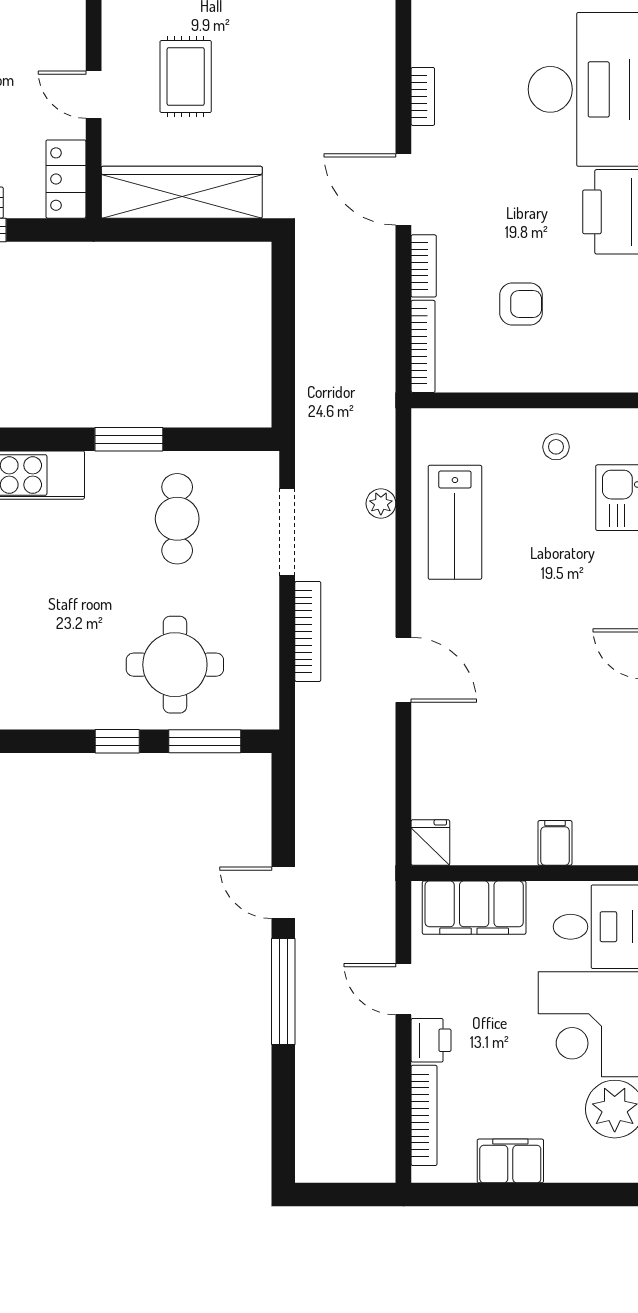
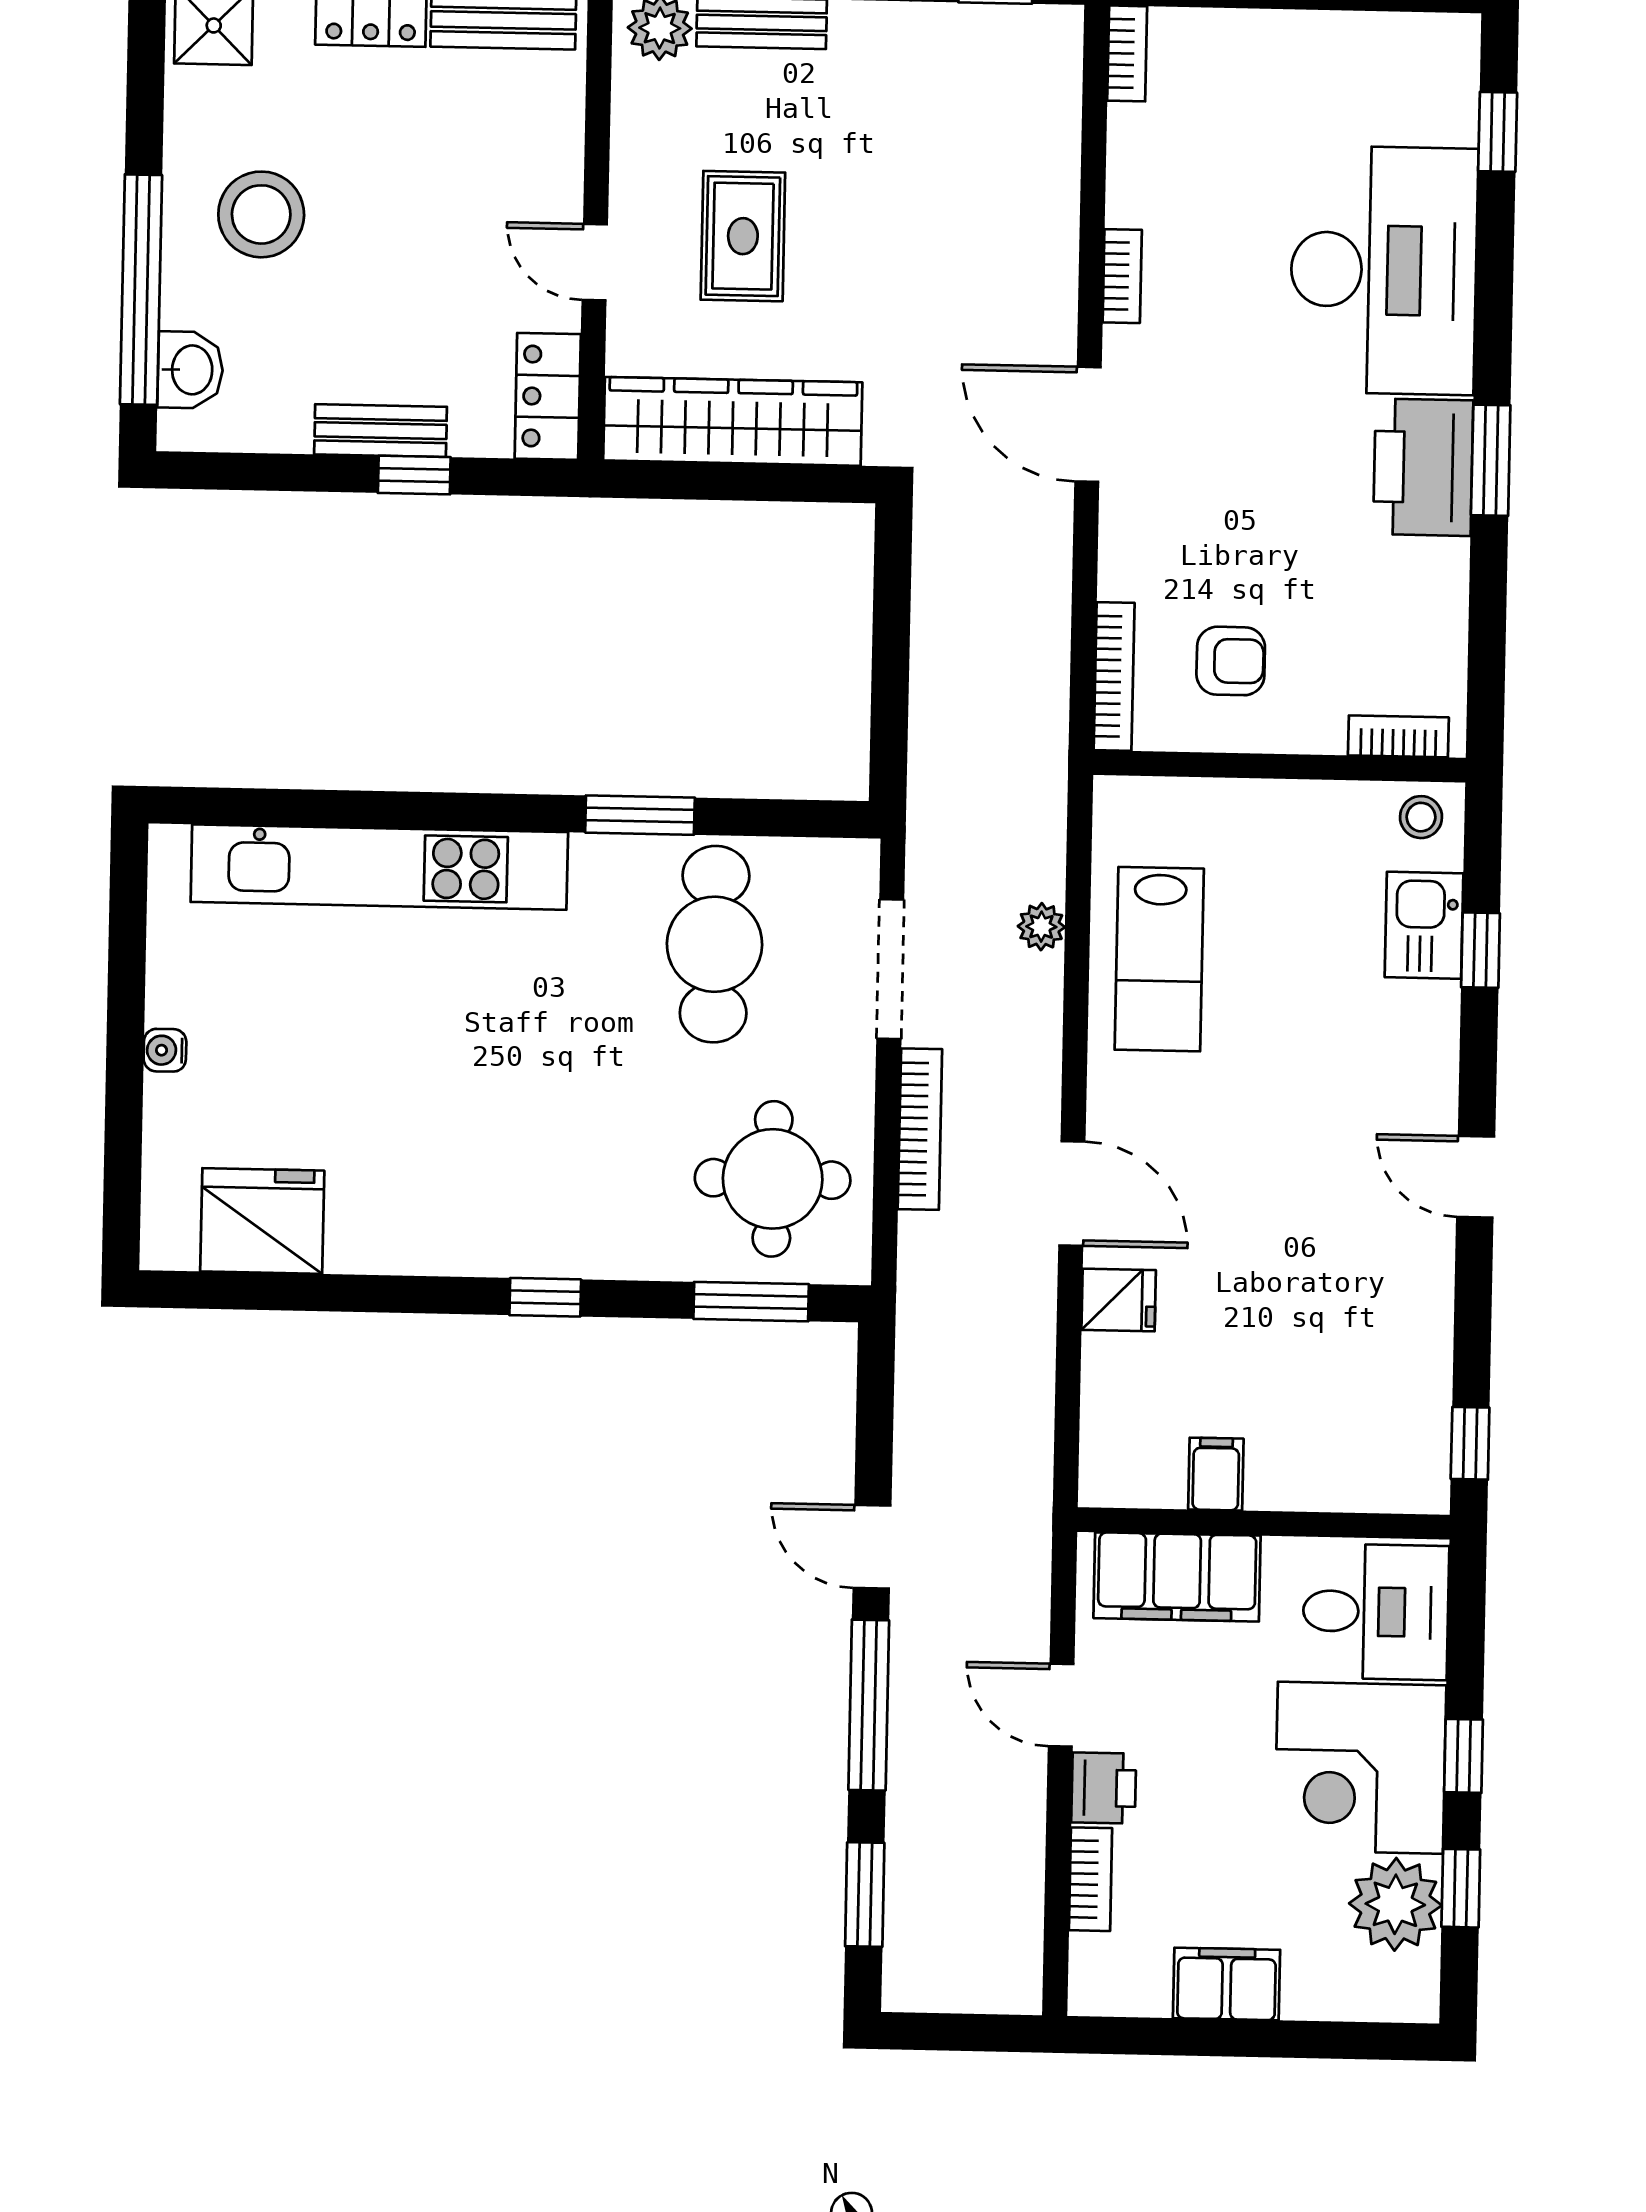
bookcase: (424, 266) -> (1398, 736), moved, turned -90
armchair: (521, 304) -> (1231, 661), moved
stool: (556, 447) -> (1421, 817), moved
cafe table: (177, 519) -> (715, 944), width x1.37, depth x1.35
round table: (175, 665) -> (773, 1179), moved
window: (117, 741) -> (545, 1297), moved
fridge: (430, 842) -> (1119, 1300), moved, turned 90
filing cabinet: (555, 843) -> (1216, 1474), moved
window: (283, 1110) -> (865, 1895), added
bookcase: (424, 1115) -> (1091, 1879), width x0.64

